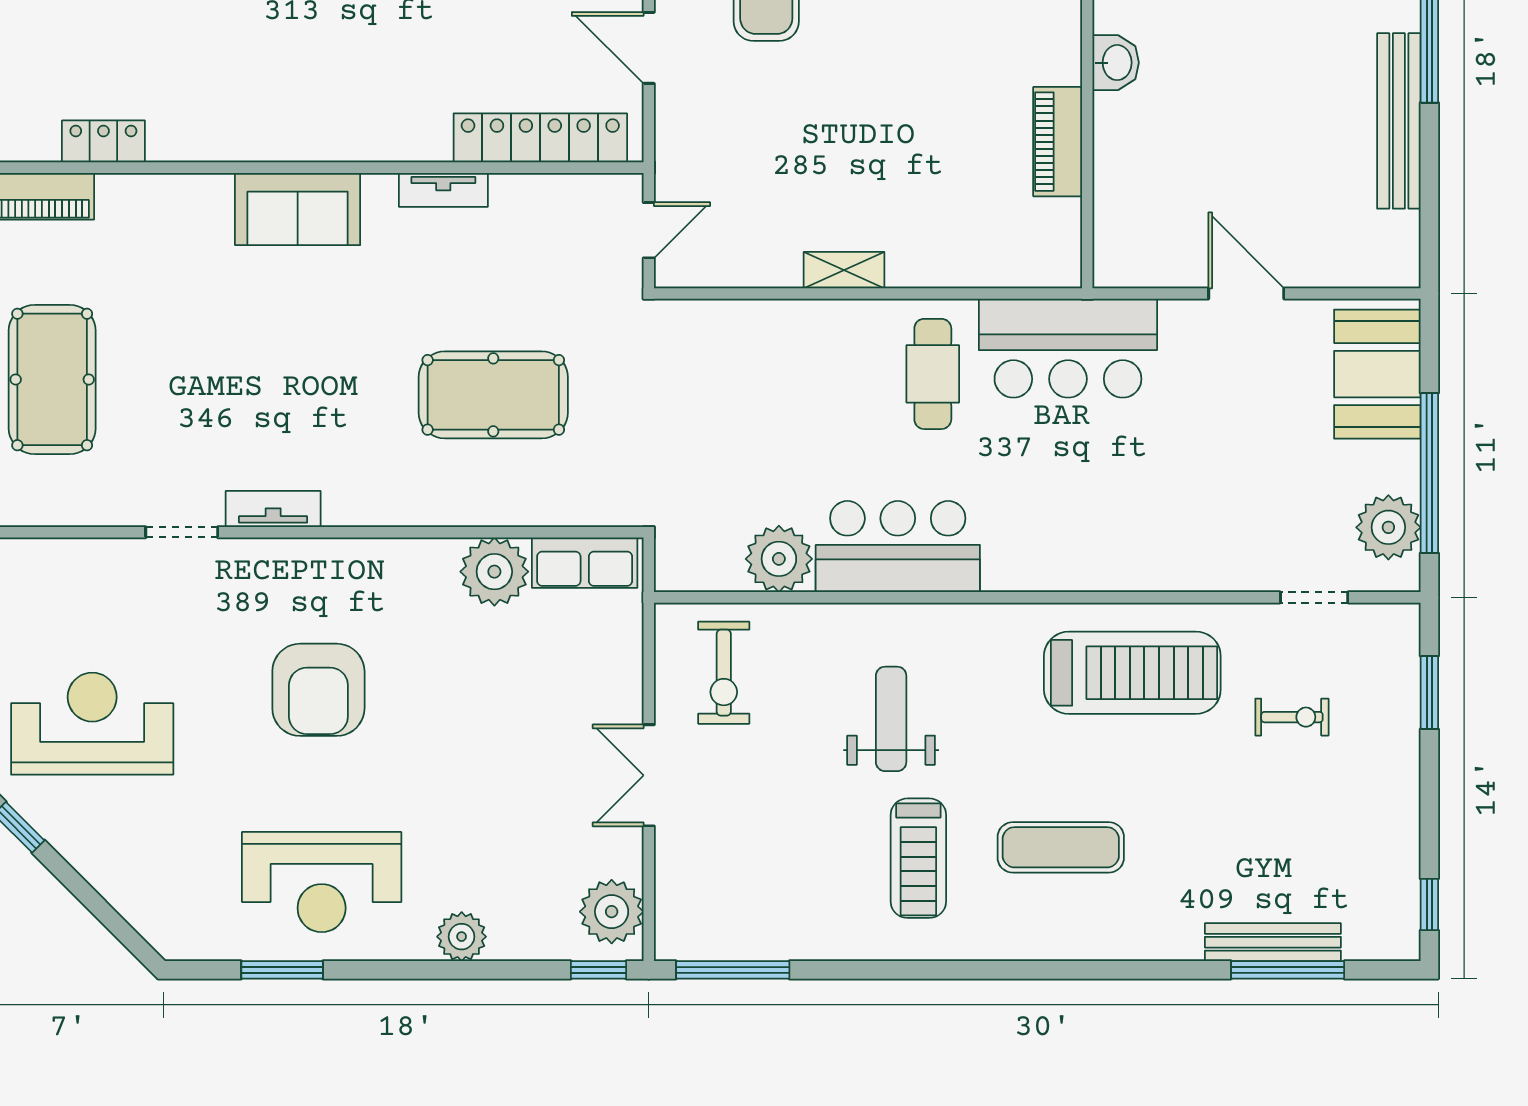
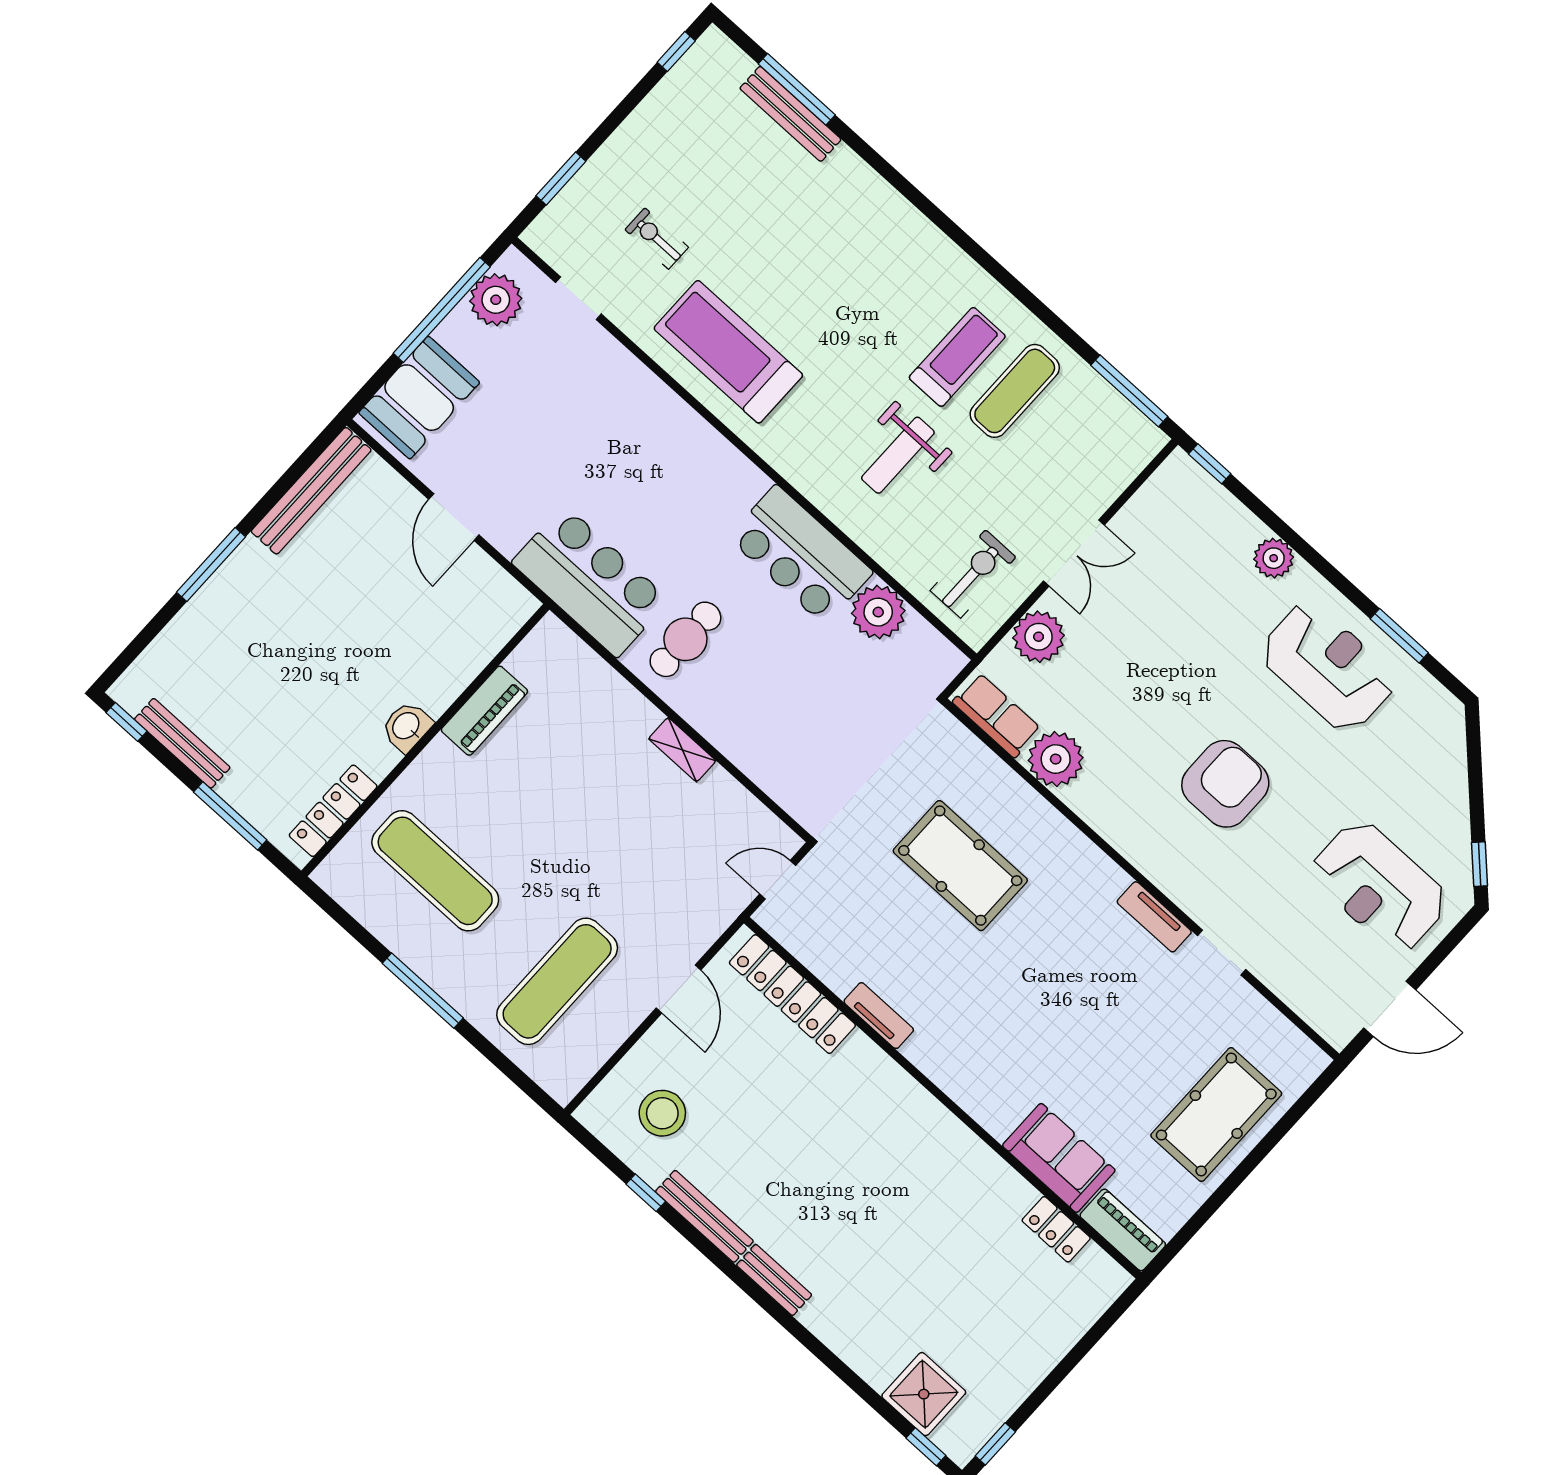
bench: (1399, 121) -> (311, 491), moved
sofa: (298, 209) -> (1059, 1158), moved
exercise mat: (1061, 847) -> (1015, 391), moved, turned 90
plant: (612, 912) -> (1039, 637), moved

